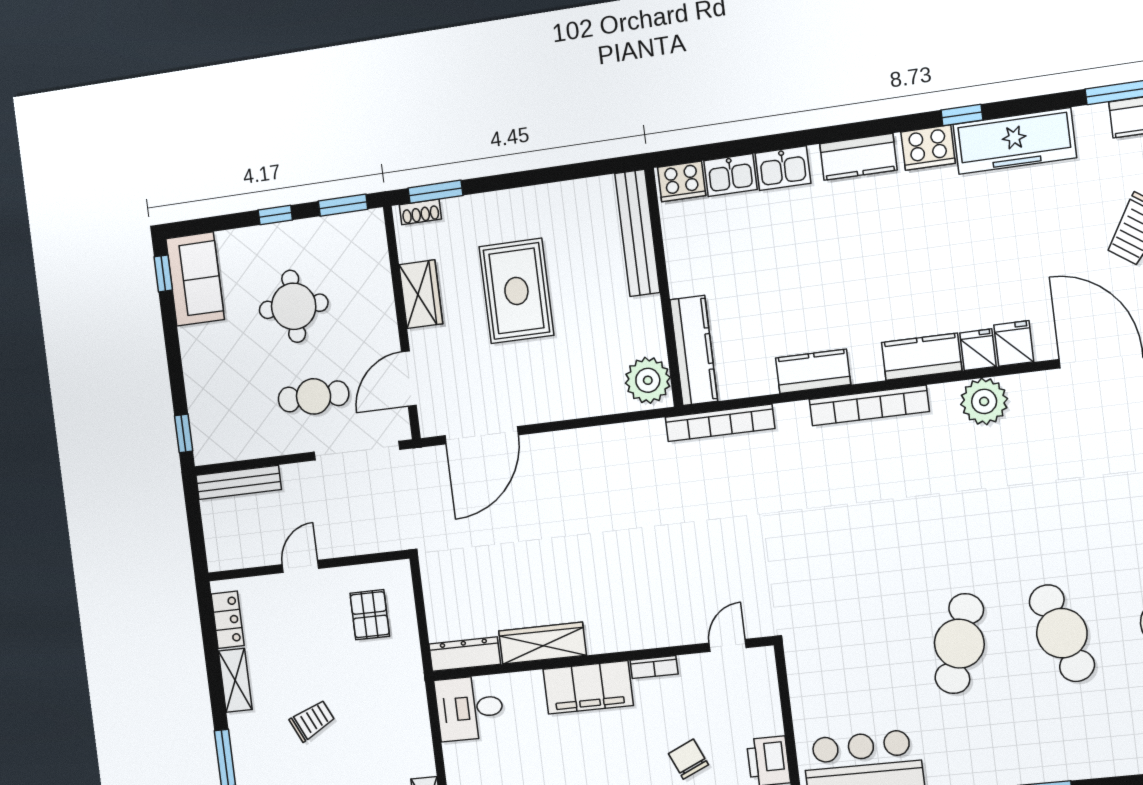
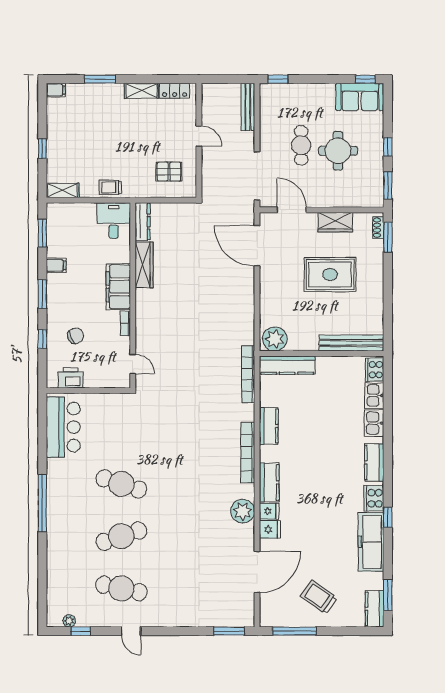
cafe table: (314, 396) -> (301, 145), moved
trolley: (312, 721) -> (110, 187), moved, turned 116

